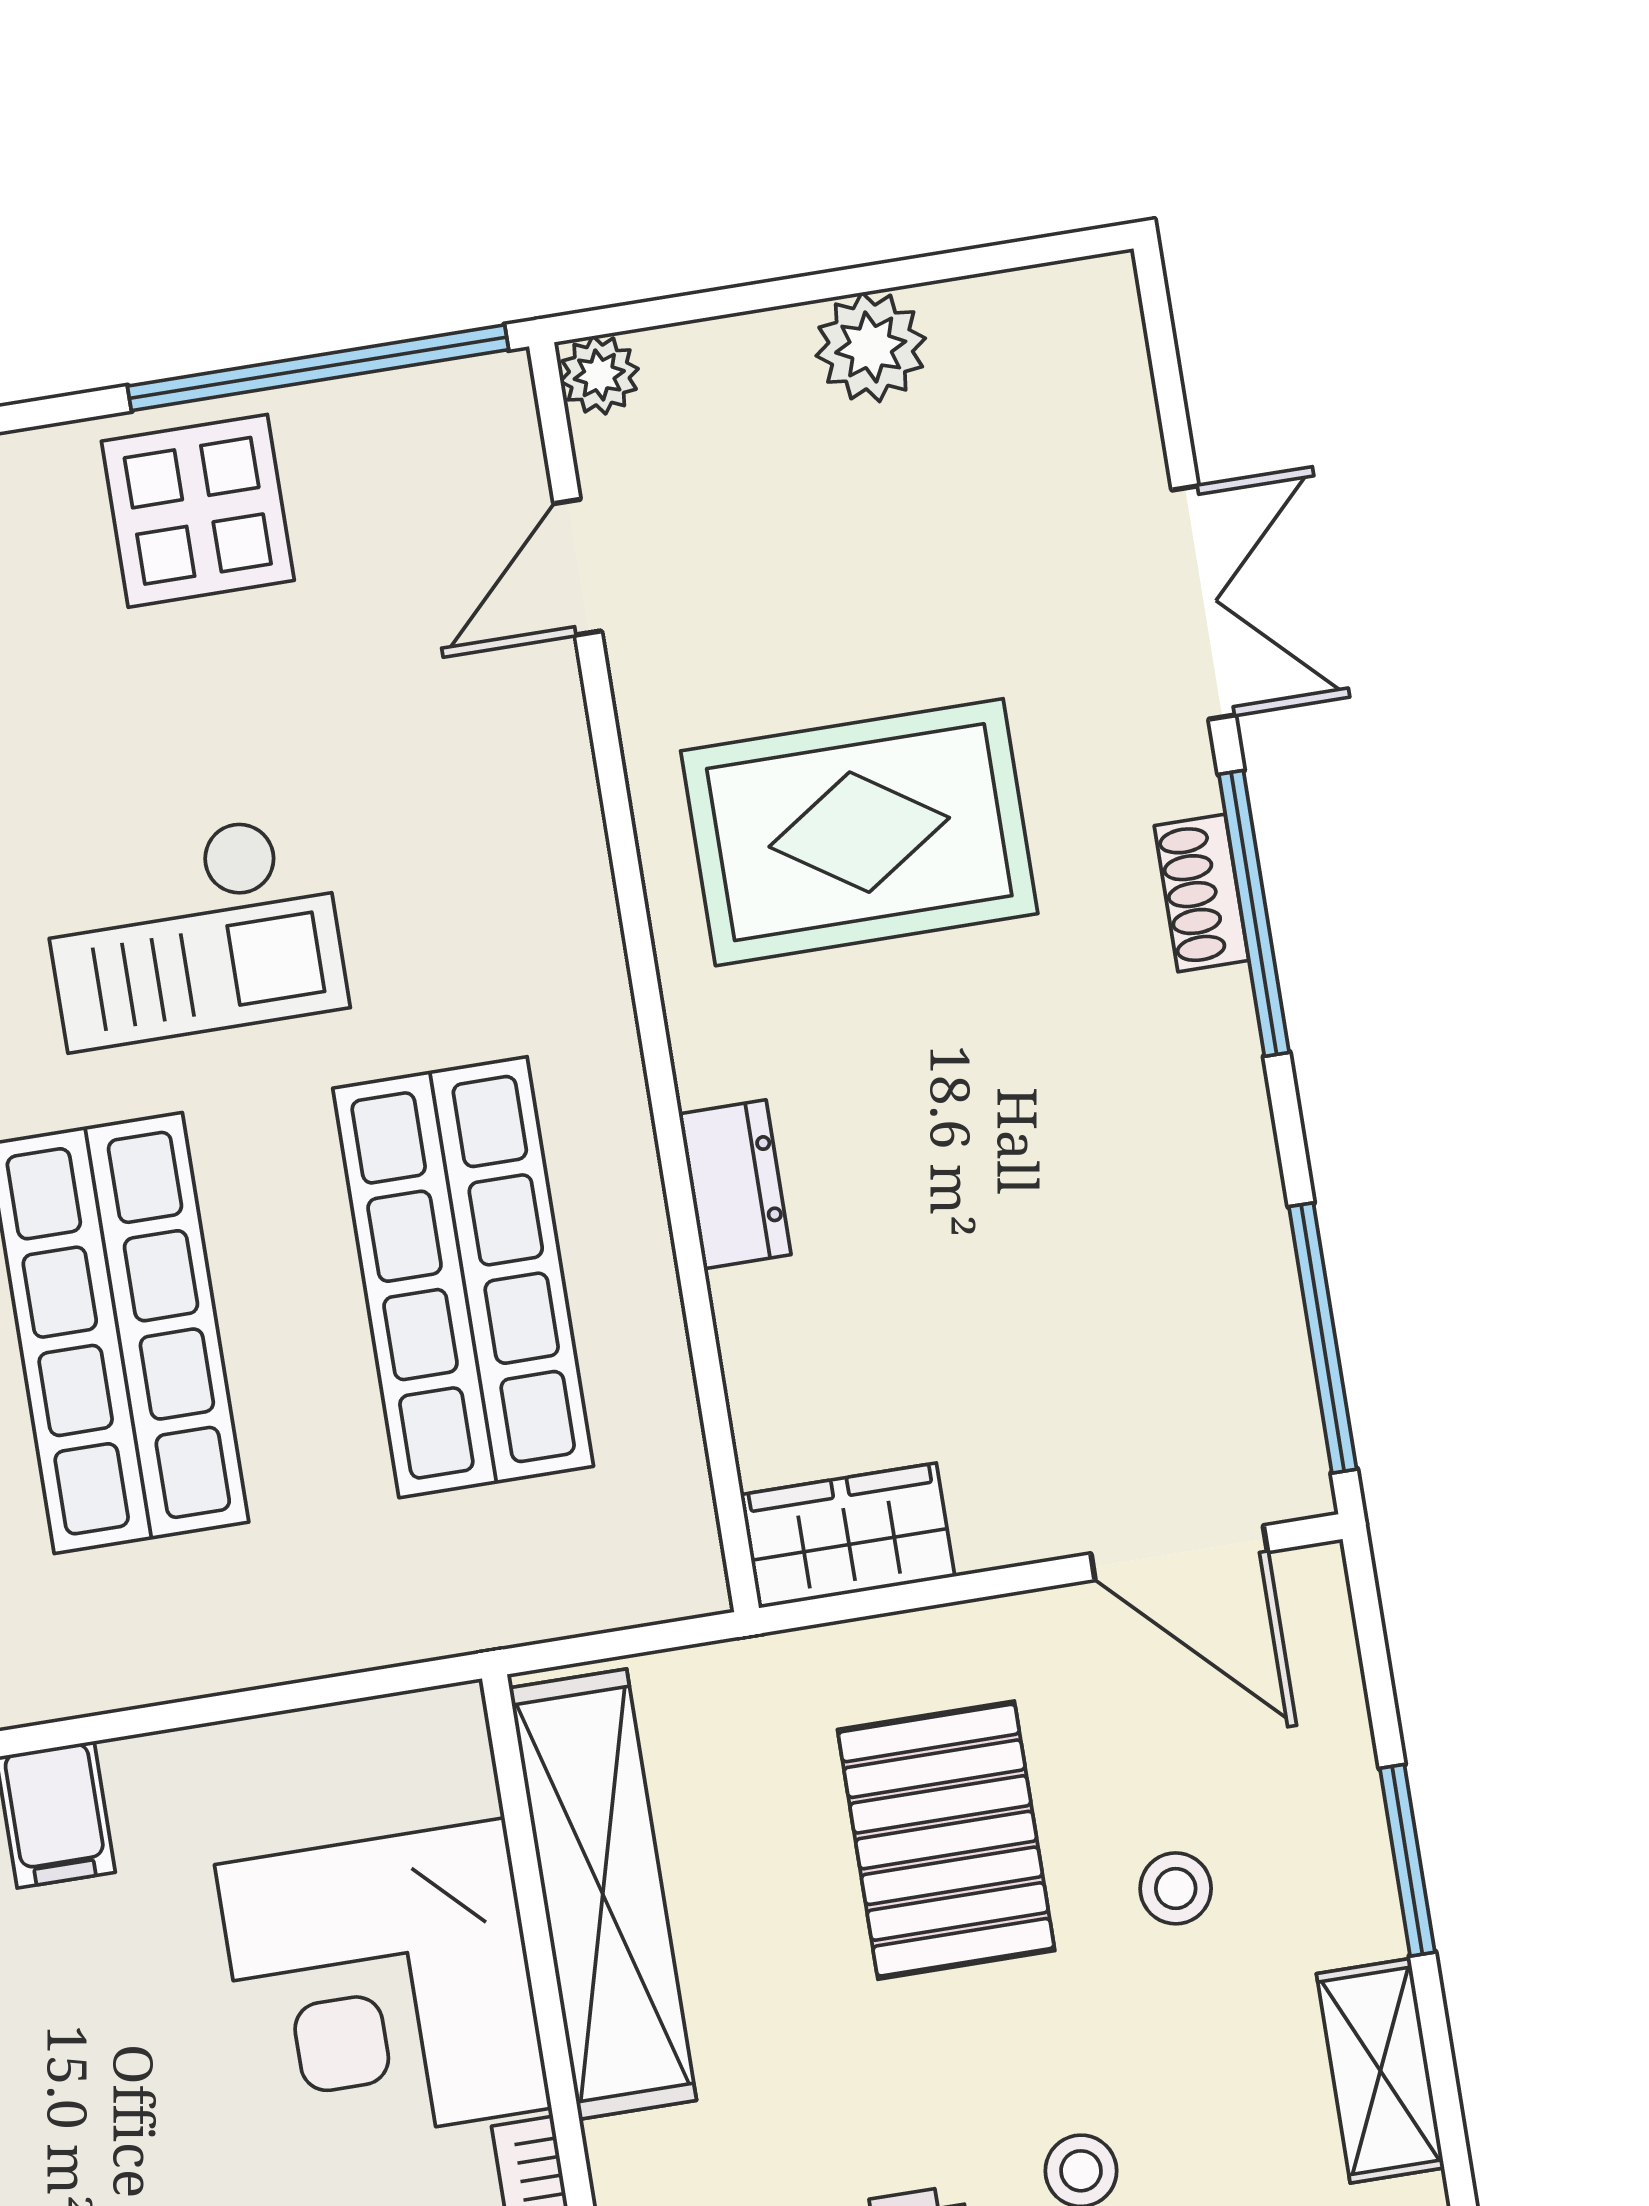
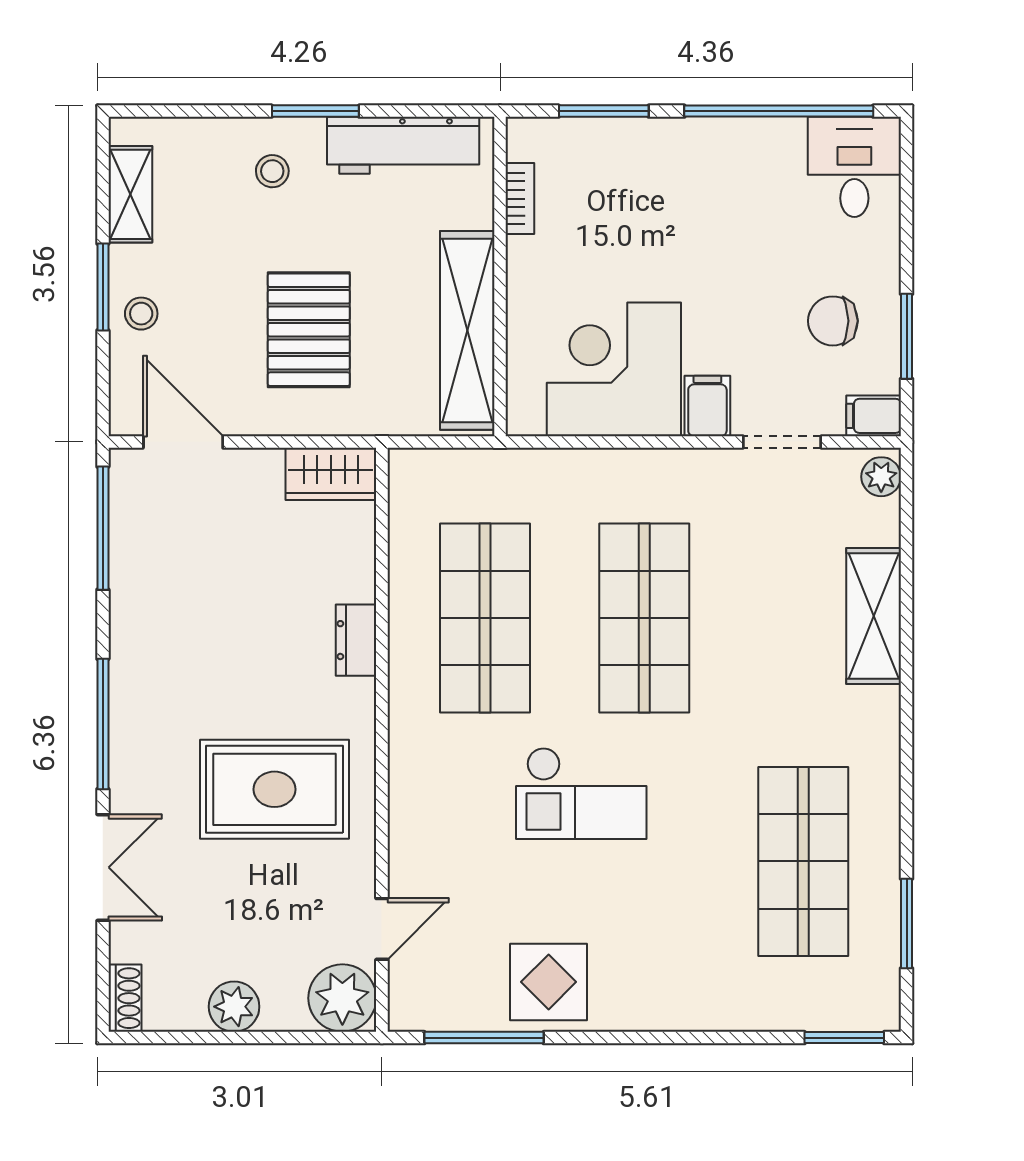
window: (318, 368) -> (484, 1038), width x0.68
plant: (599, 375) -> (342, 998), width x1.87, depth x1.87
double door: (1204, 603) -> (103, 867), swing flipped
shoe rack: (1202, 893) -> (125, 998), moved
checkout: (193, 931) -> (581, 793), turned 180
stool: (1176, 1888) -> (141, 314), moved
corner desk: (383, 1986) -> (614, 369), moved, turned -90

